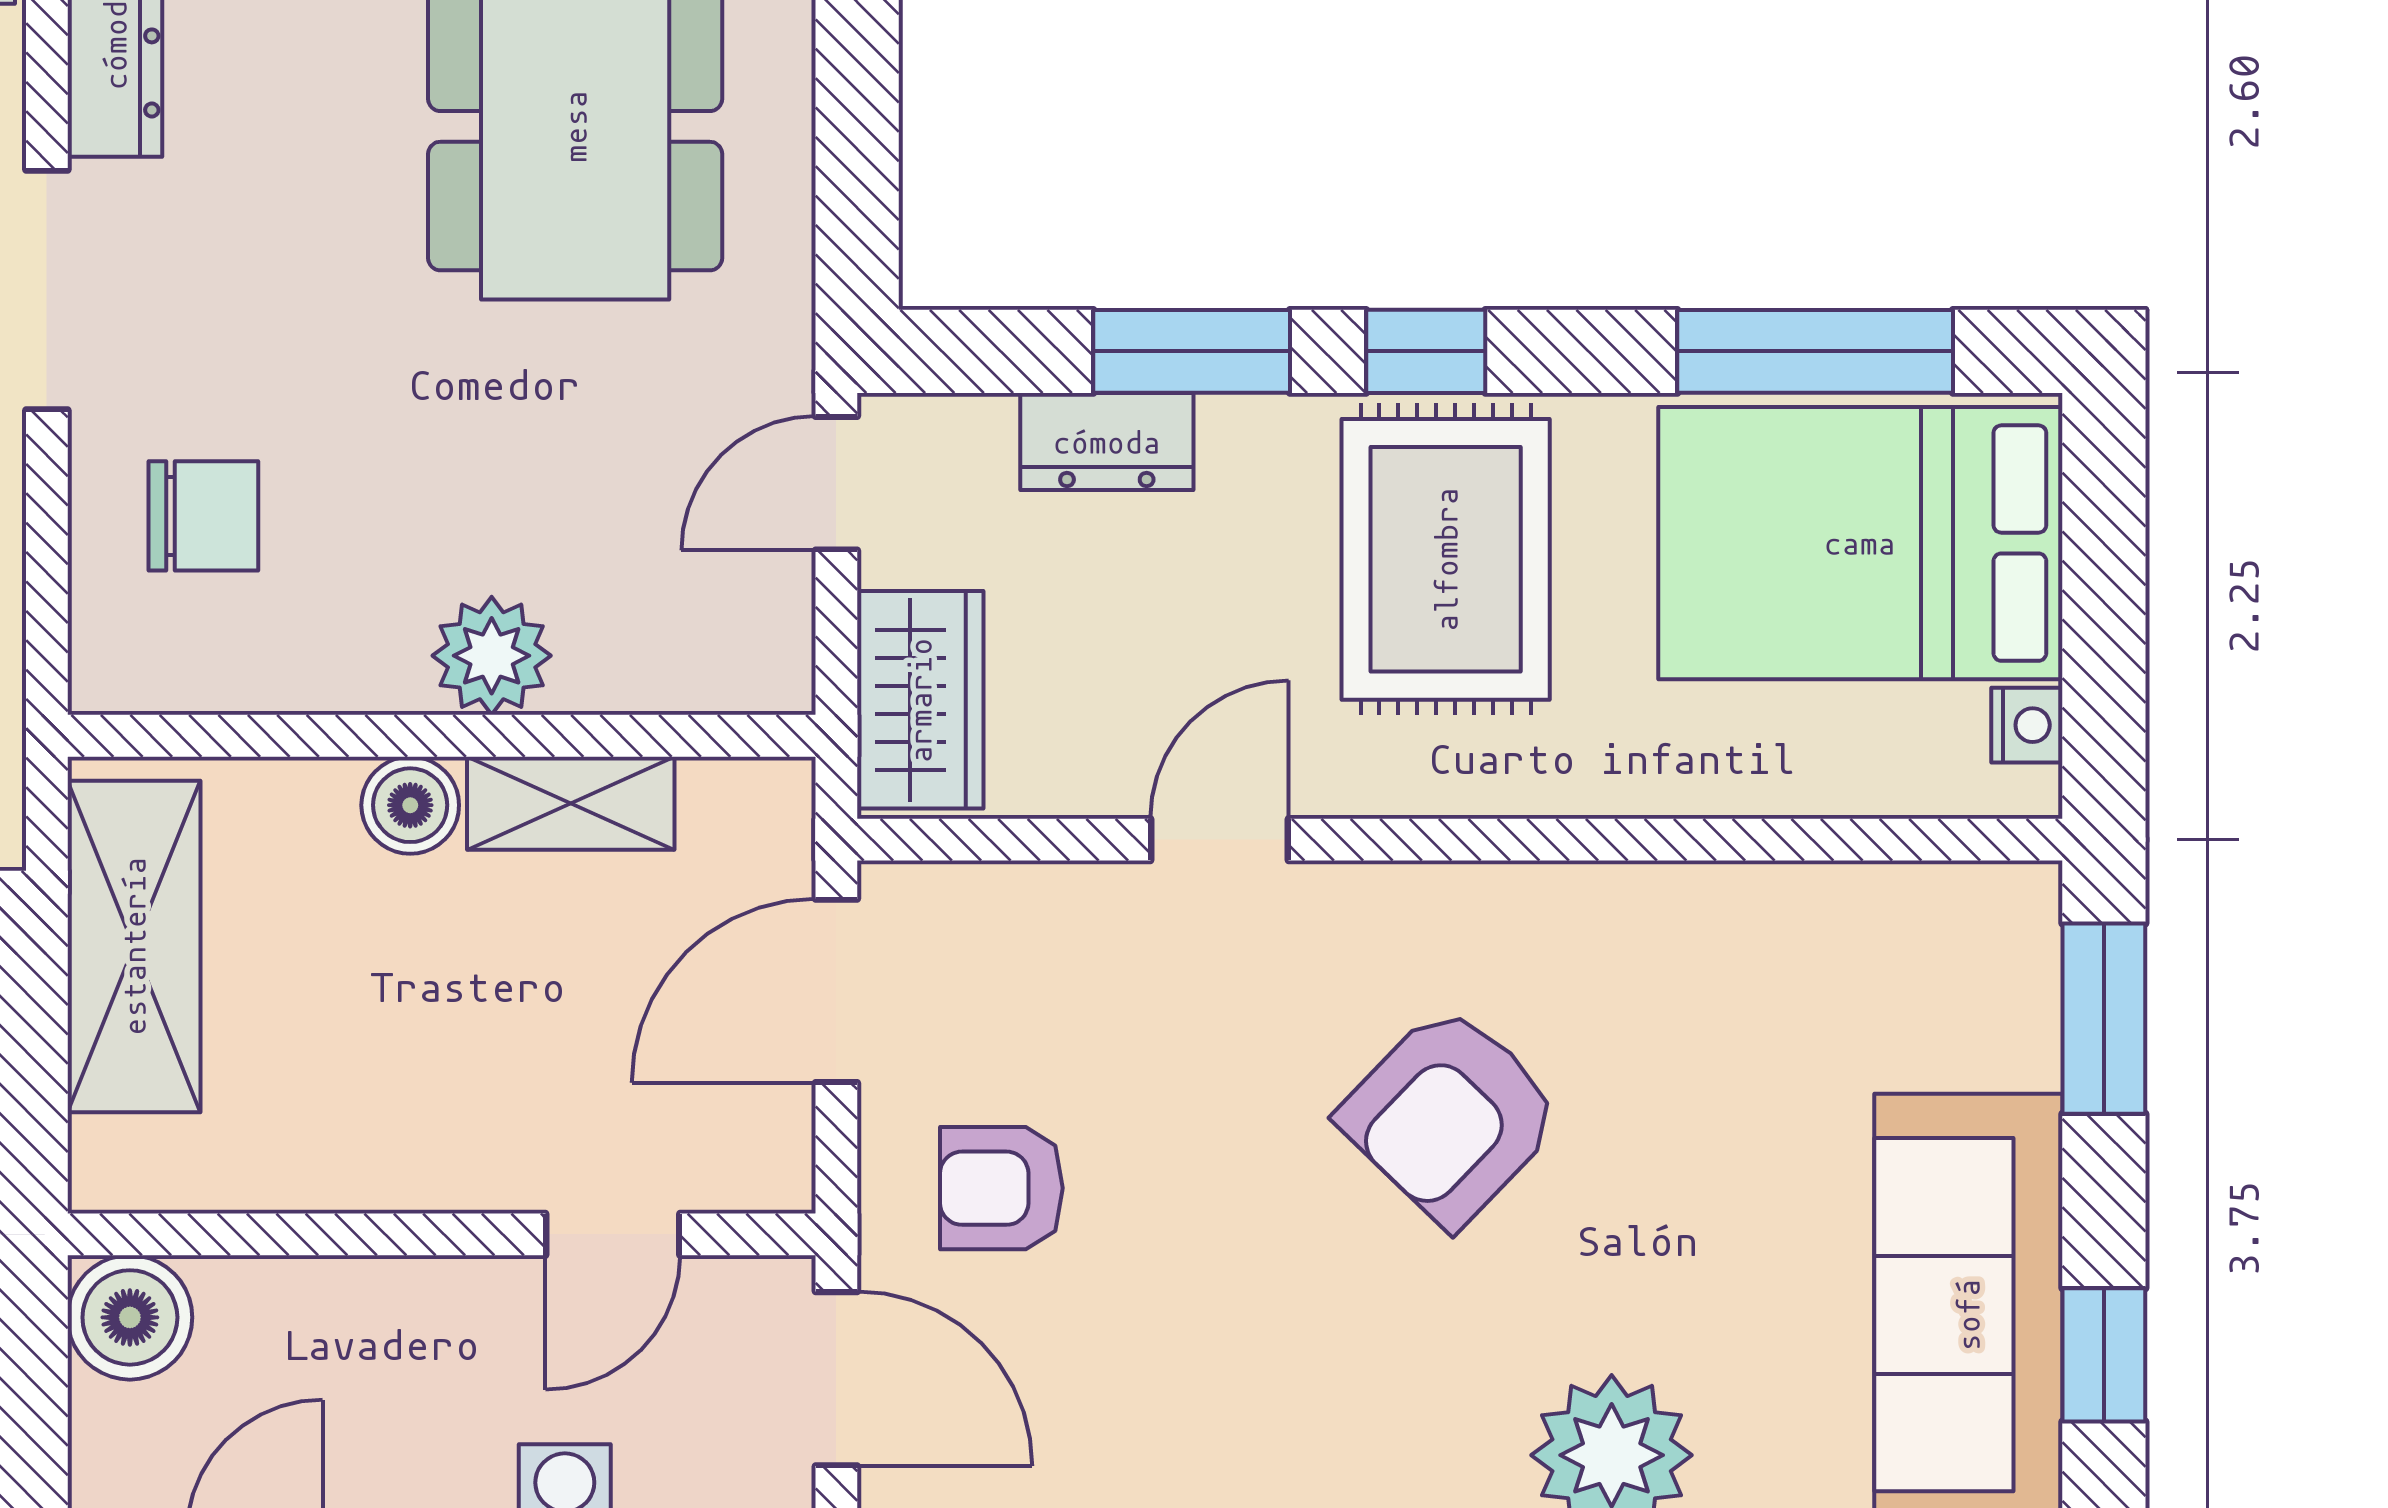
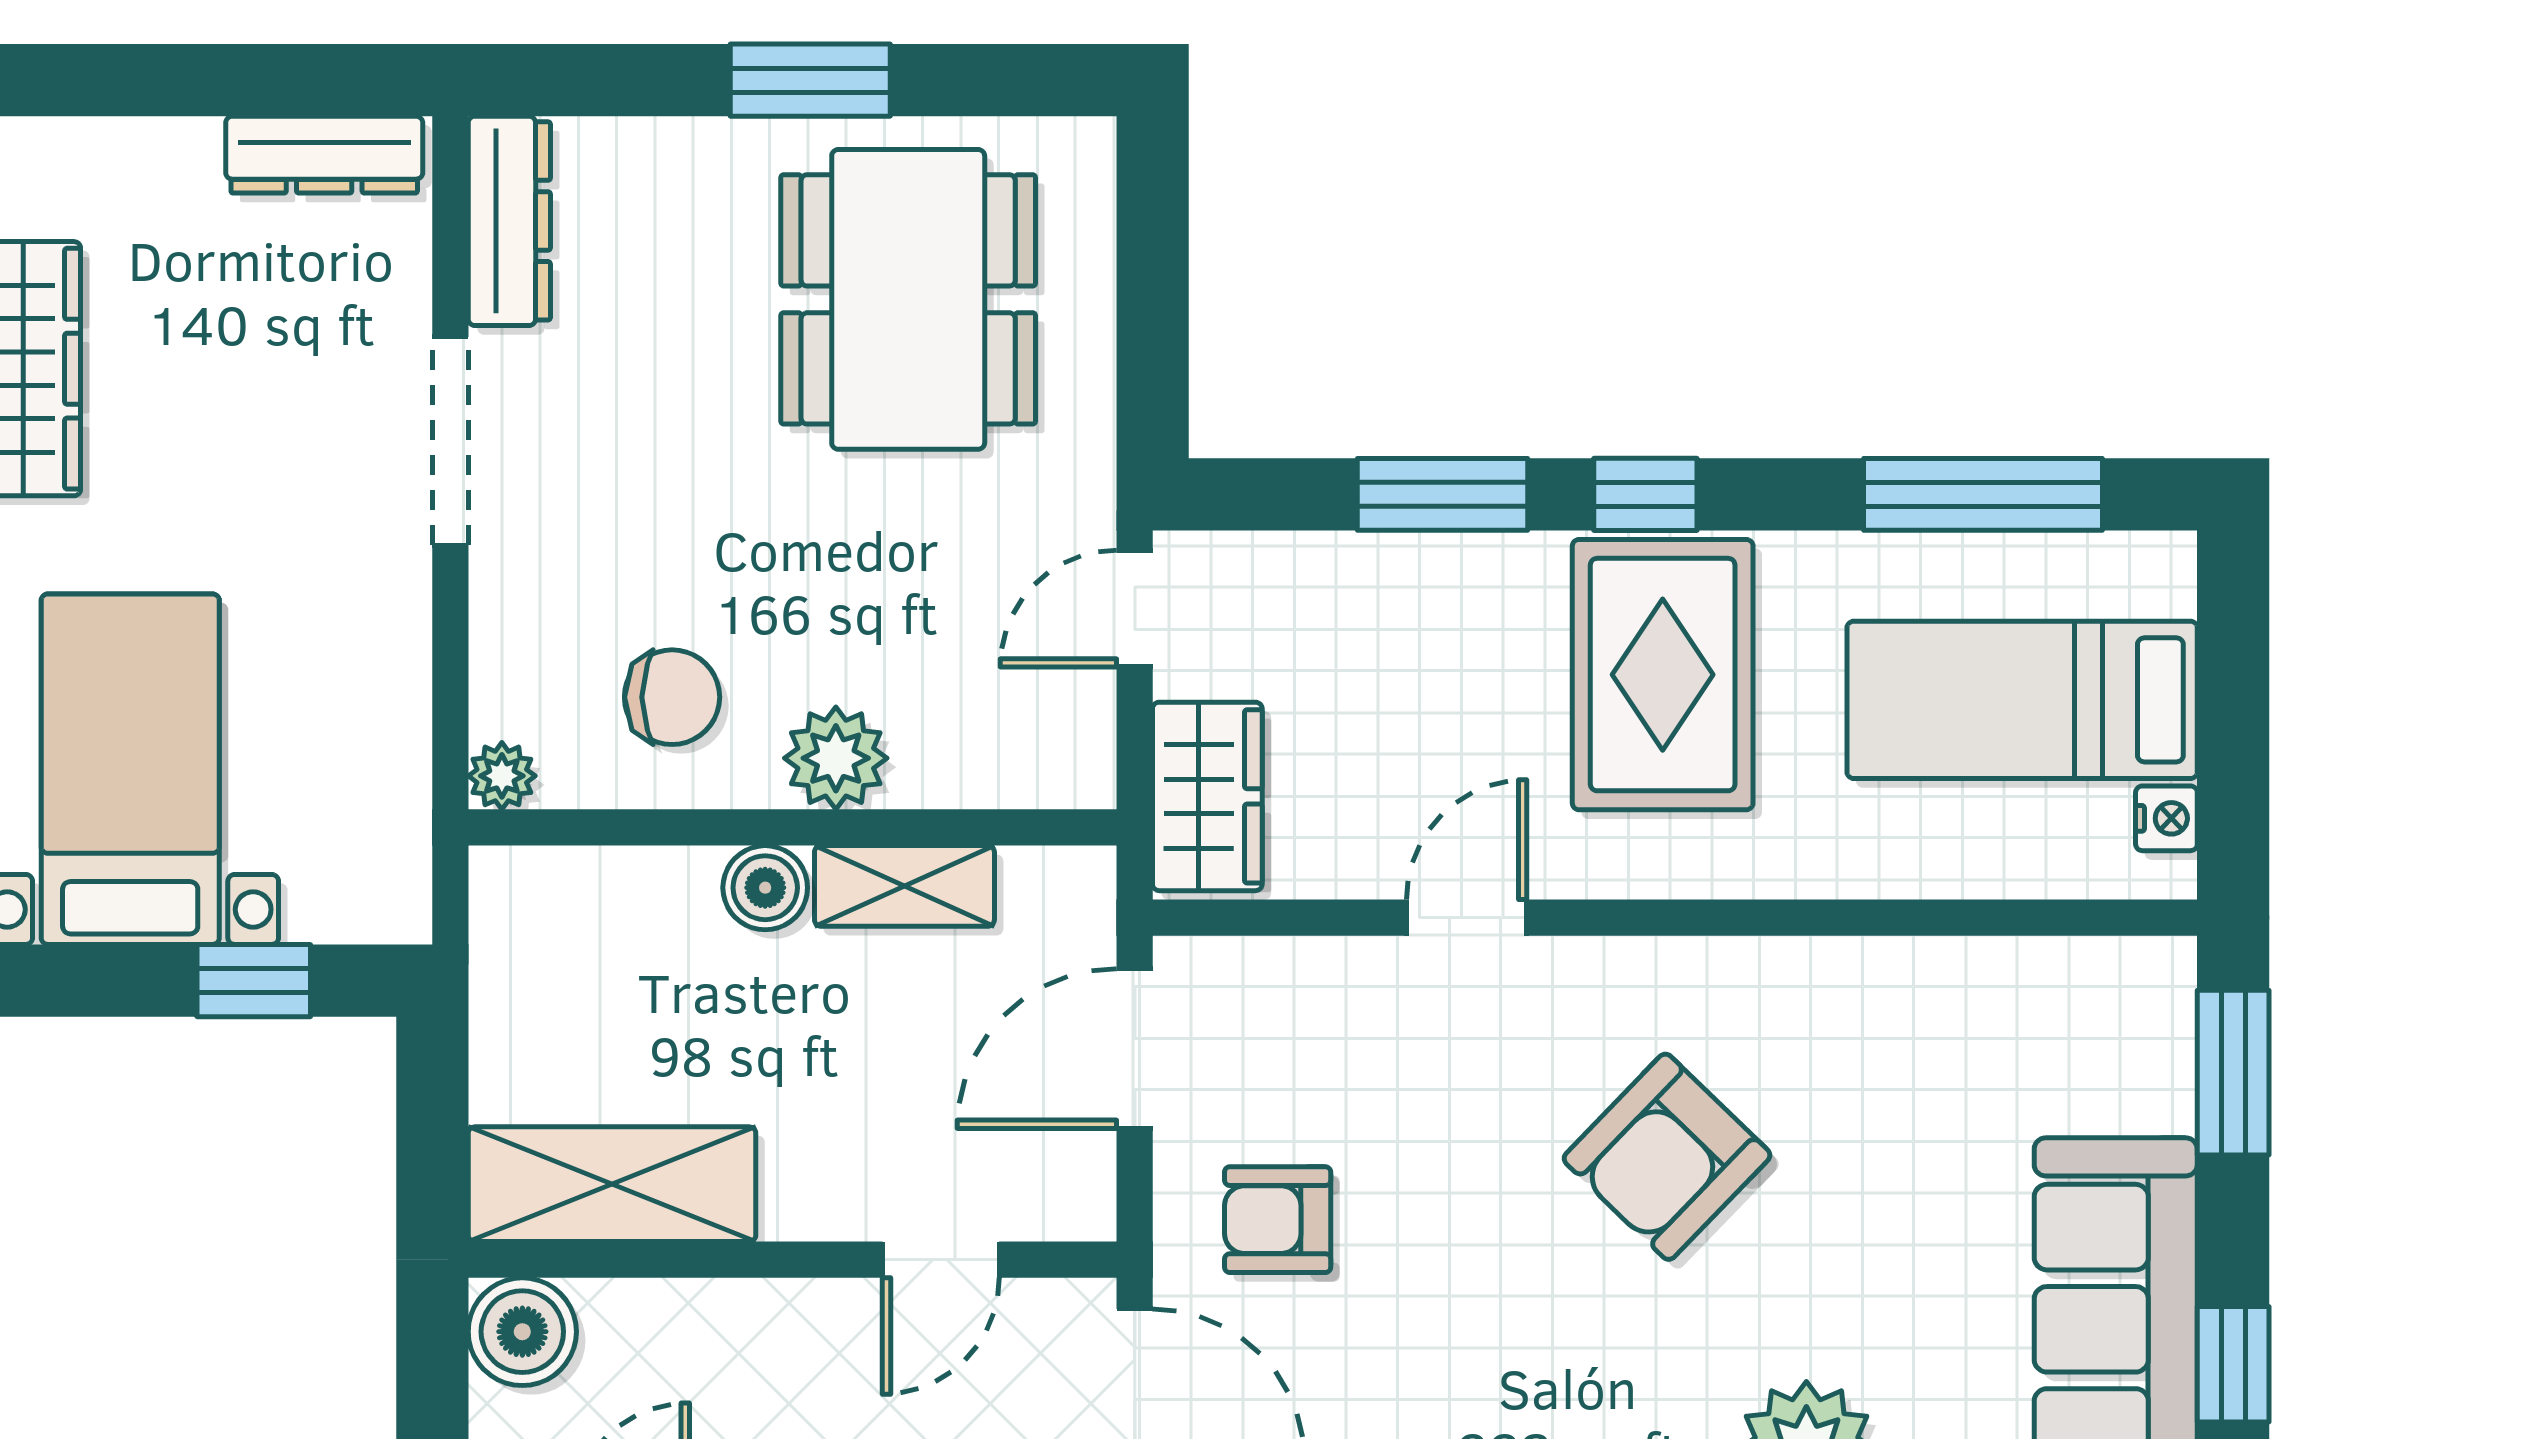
dresser: (1107, 442) -> (1369, 573), removed
chair: (203, 516) -> (672, 697), moved
bed: (1860, 543) -> (2022, 700), width x0.67
plant: (106, 676) -> (502, 776), added
shelving: (134, 946) -> (612, 1184), moved, turned 90

